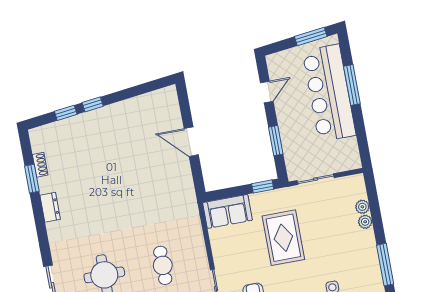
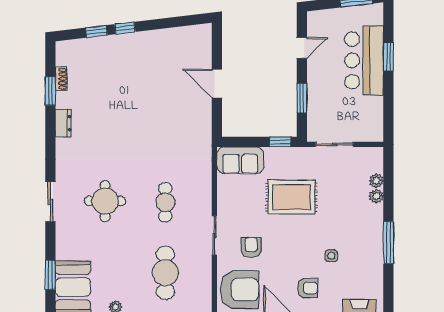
window: (352, 85) -> (388, 57), width x0.69
bar counter: (329, 93) -> (364, 60), width x0.73
rug: (283, 238) -> (291, 197), turned 90

